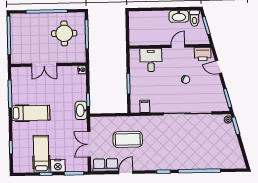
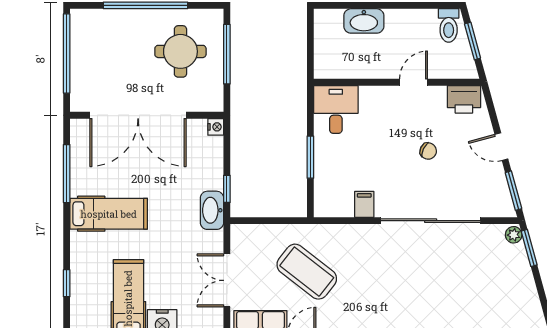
washbasin: (179, 16) -> (364, 21), moved
desk: (151, 60) -> (336, 109), moved
double door: (44, 65) -> (138, 115), width x1.87
door: (218, 67) -> (501, 147), moved
filing cabinet: (145, 106) -> (364, 204), moved
coffee table: (128, 139) -> (307, 272), turned 38

